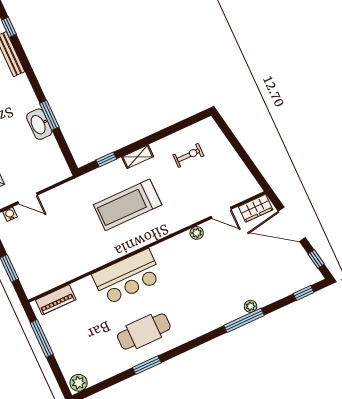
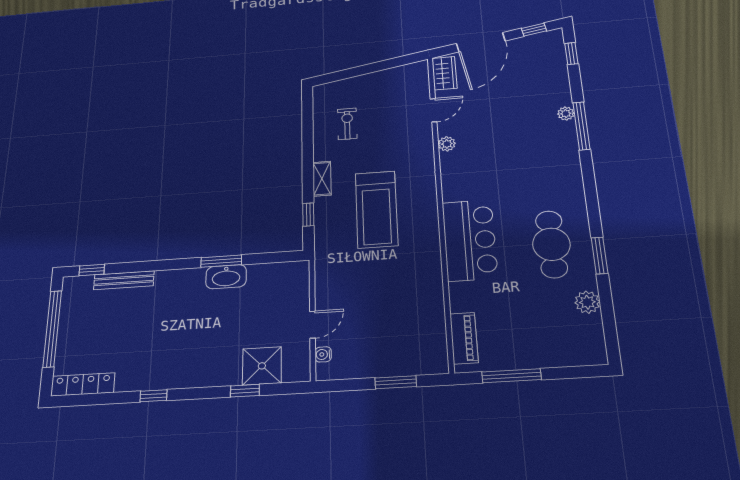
plant: (79, 383) -> (587, 302), moved

